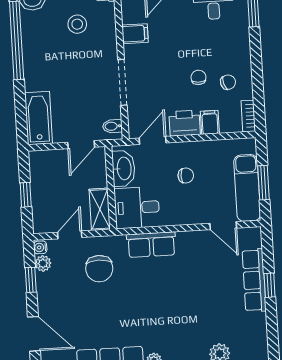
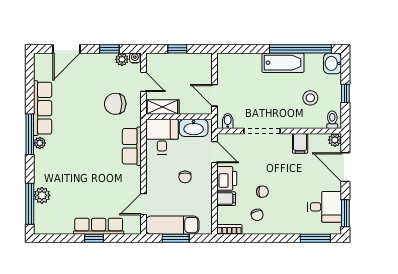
bathtub: (38, 118) -> (283, 63), moved

